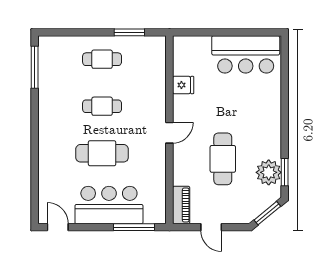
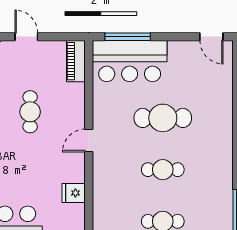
cafe table: (223, 159) -> (30, 112), width x0.73, depth x0.74
bar counter: (109, 205) -> (130, 61), moved
door: (211, 227) -> (26, 37), moved

